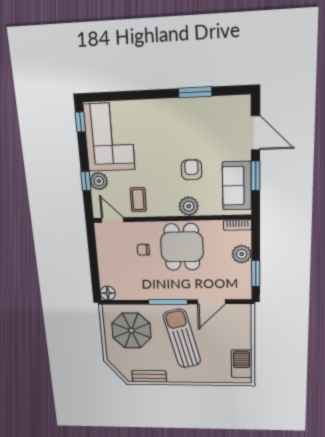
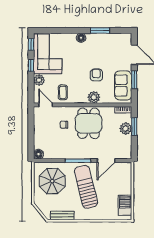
floor lamp: (163, 107) -> (81, 38), added
window: (86, 181) -> (31, 65), moved
window: (256, 273) -> (134, 127), moved

